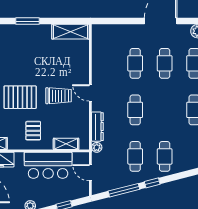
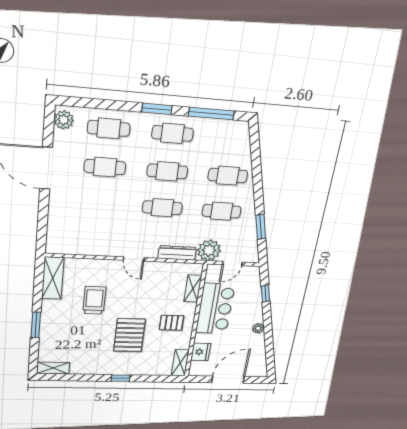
cafe table: (135, 63) -> (167, 171), moved
door: (90, 93) -> (134, 259), hinge flipped
trolley: (59, 96) -> (94, 300), moved
plant: (97, 147) -> (209, 250), width x1.87, depth x1.87
window: (152, 183) -> (258, 193), removed
window: (124, 190) -> (261, 227), width x0.69

